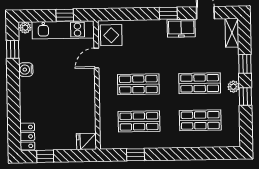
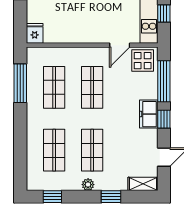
window: (131, 14) -> (164, 81), added
freezer: (181, 28) -> (149, 114), moved
door: (96, 58) -> (120, 45), swing flipped
window: (245, 96) -> (52, 197), moved
window: (135, 155) -> (20, 83), width x2.17

